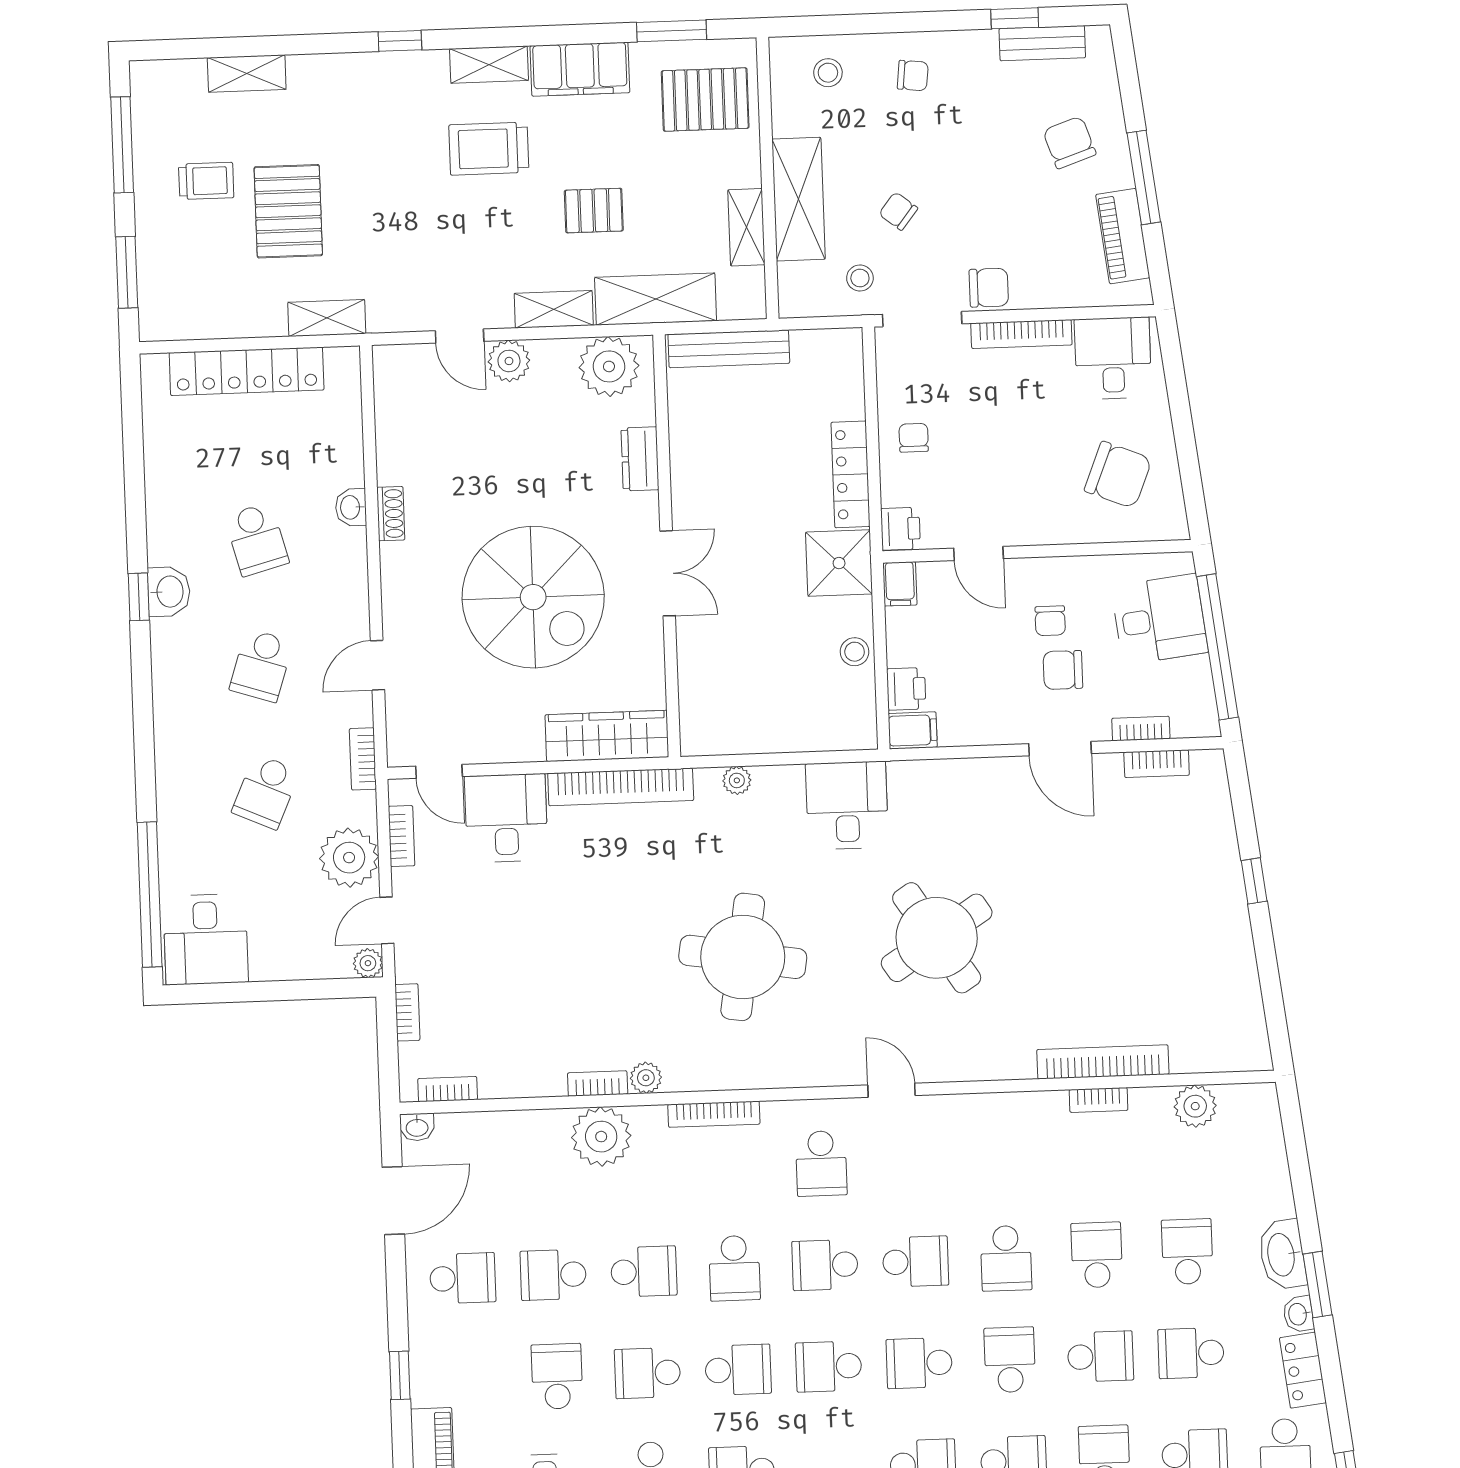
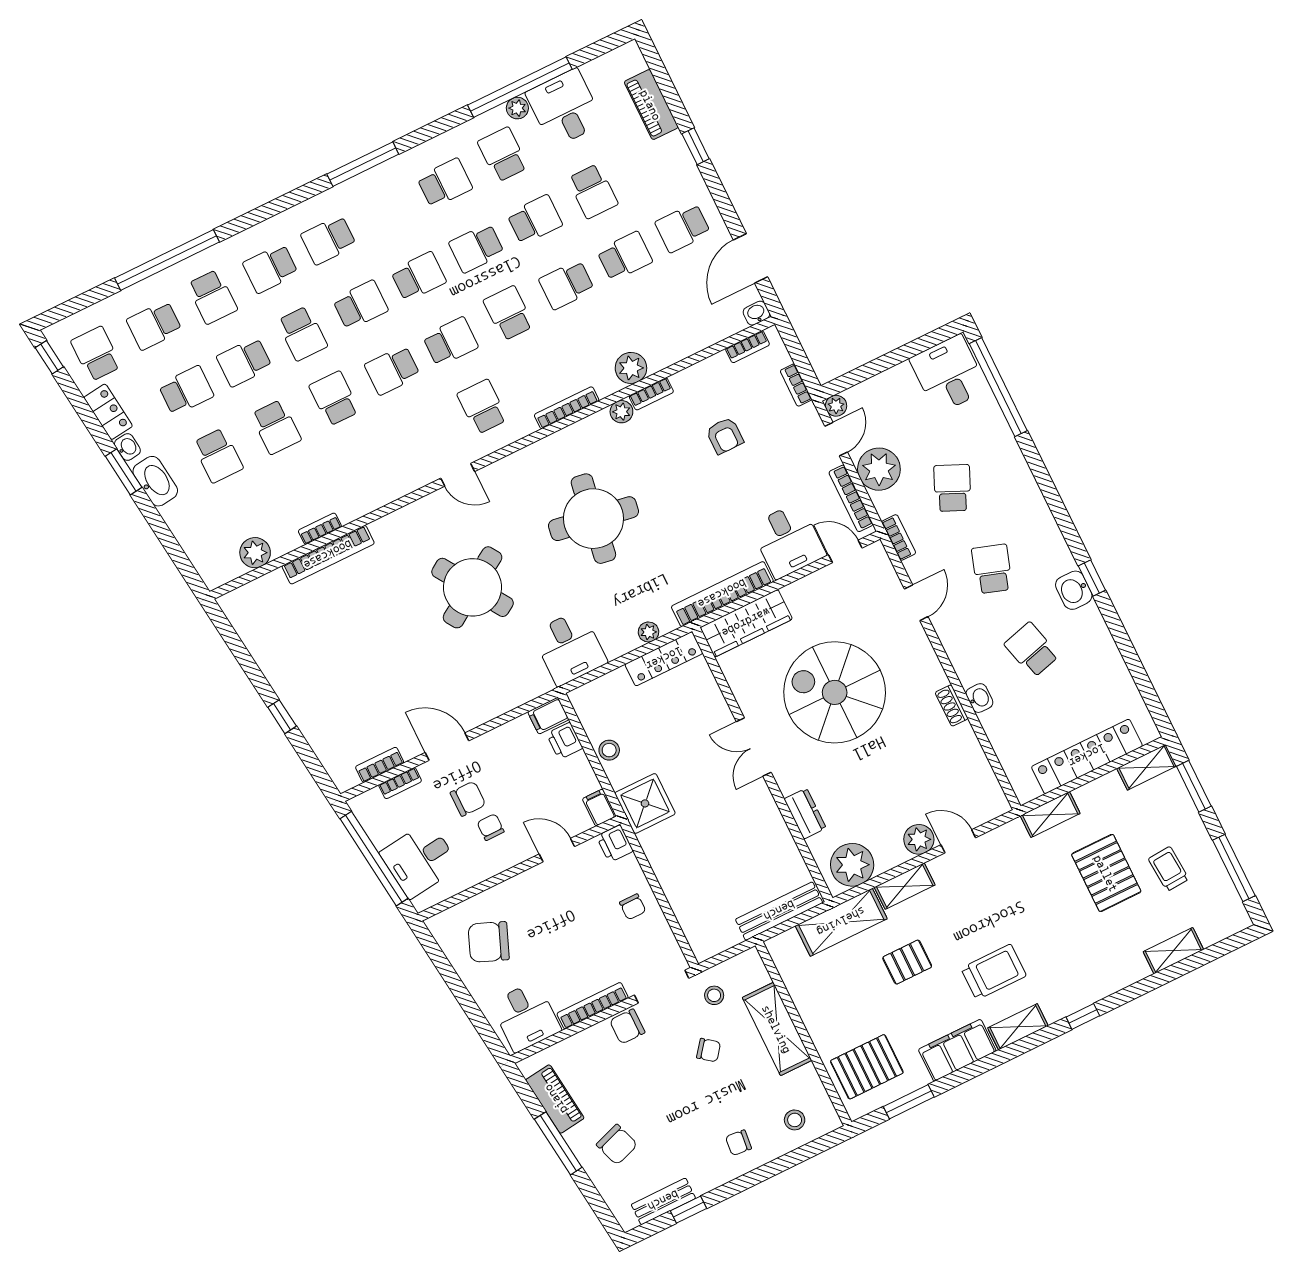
trolley: (206, 181) -> (1169, 869), turned 86
shelving: (746, 227) -> (1147, 767), moved, turned 90
locker: (850, 474) -> (664, 659), moved, turned 90
bookcase: (402, 836) -> (851, 498), width x1.56
armchair: (527, 988) -> (725, 436), added
plant: (601, 1137) -> (631, 368), width x0.73, depth x0.73

